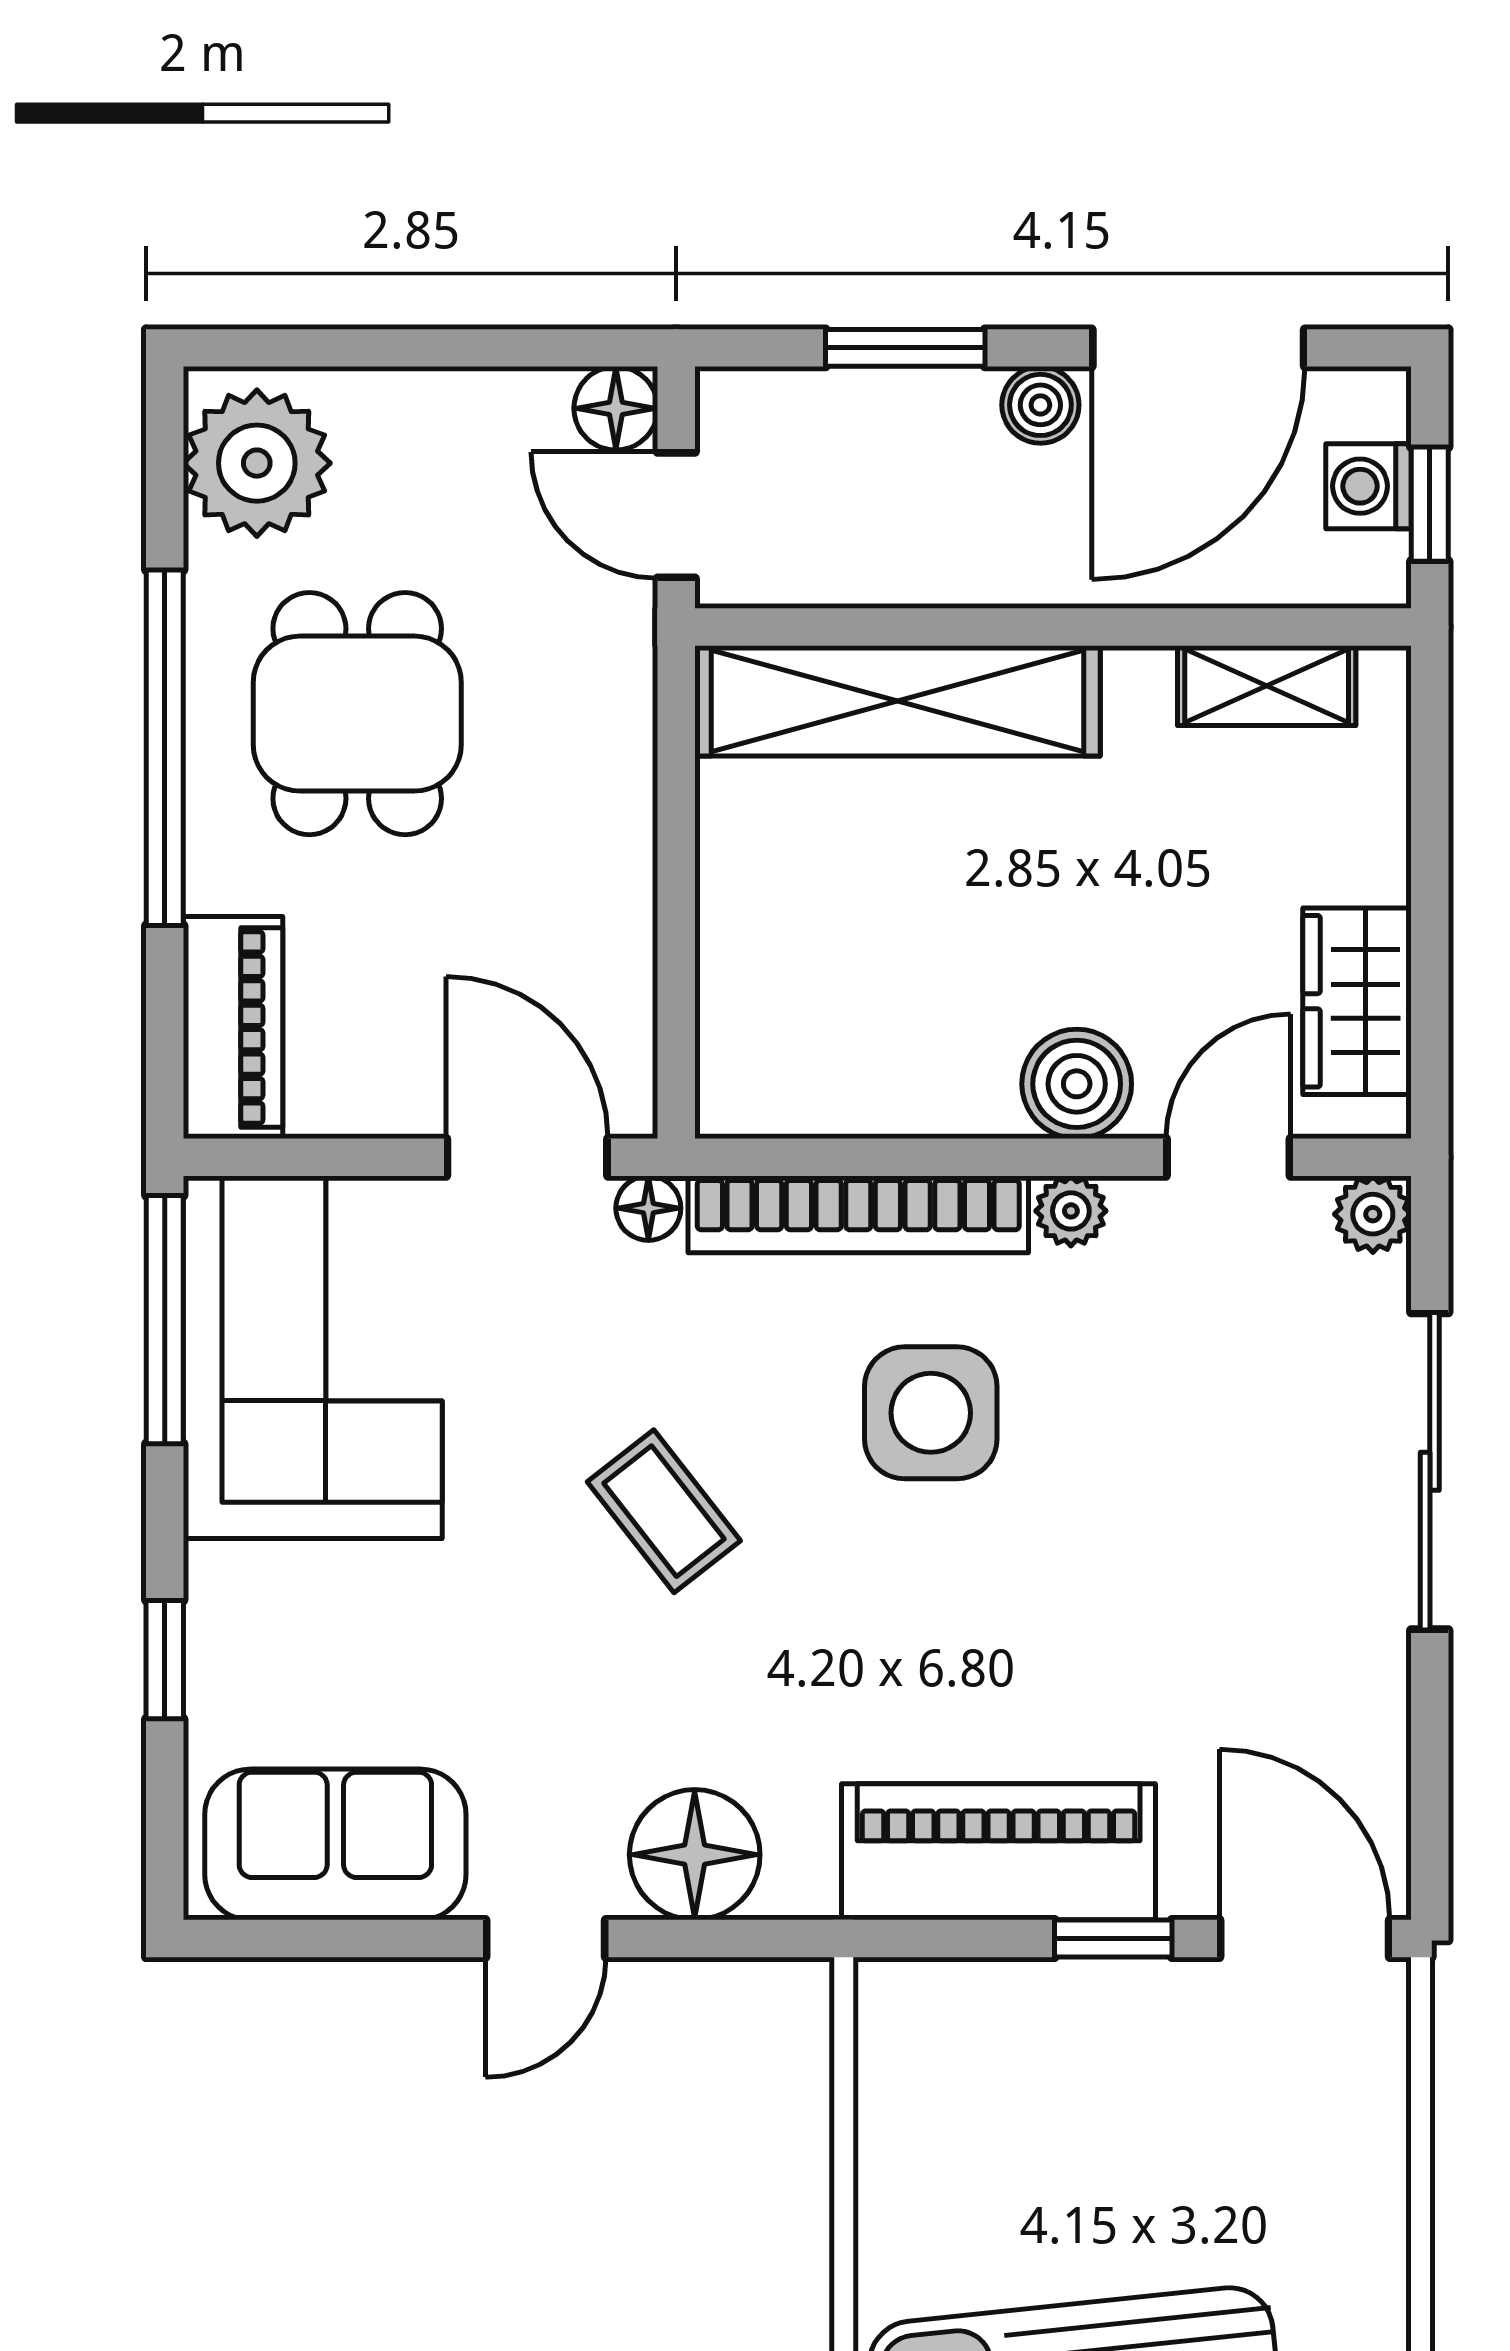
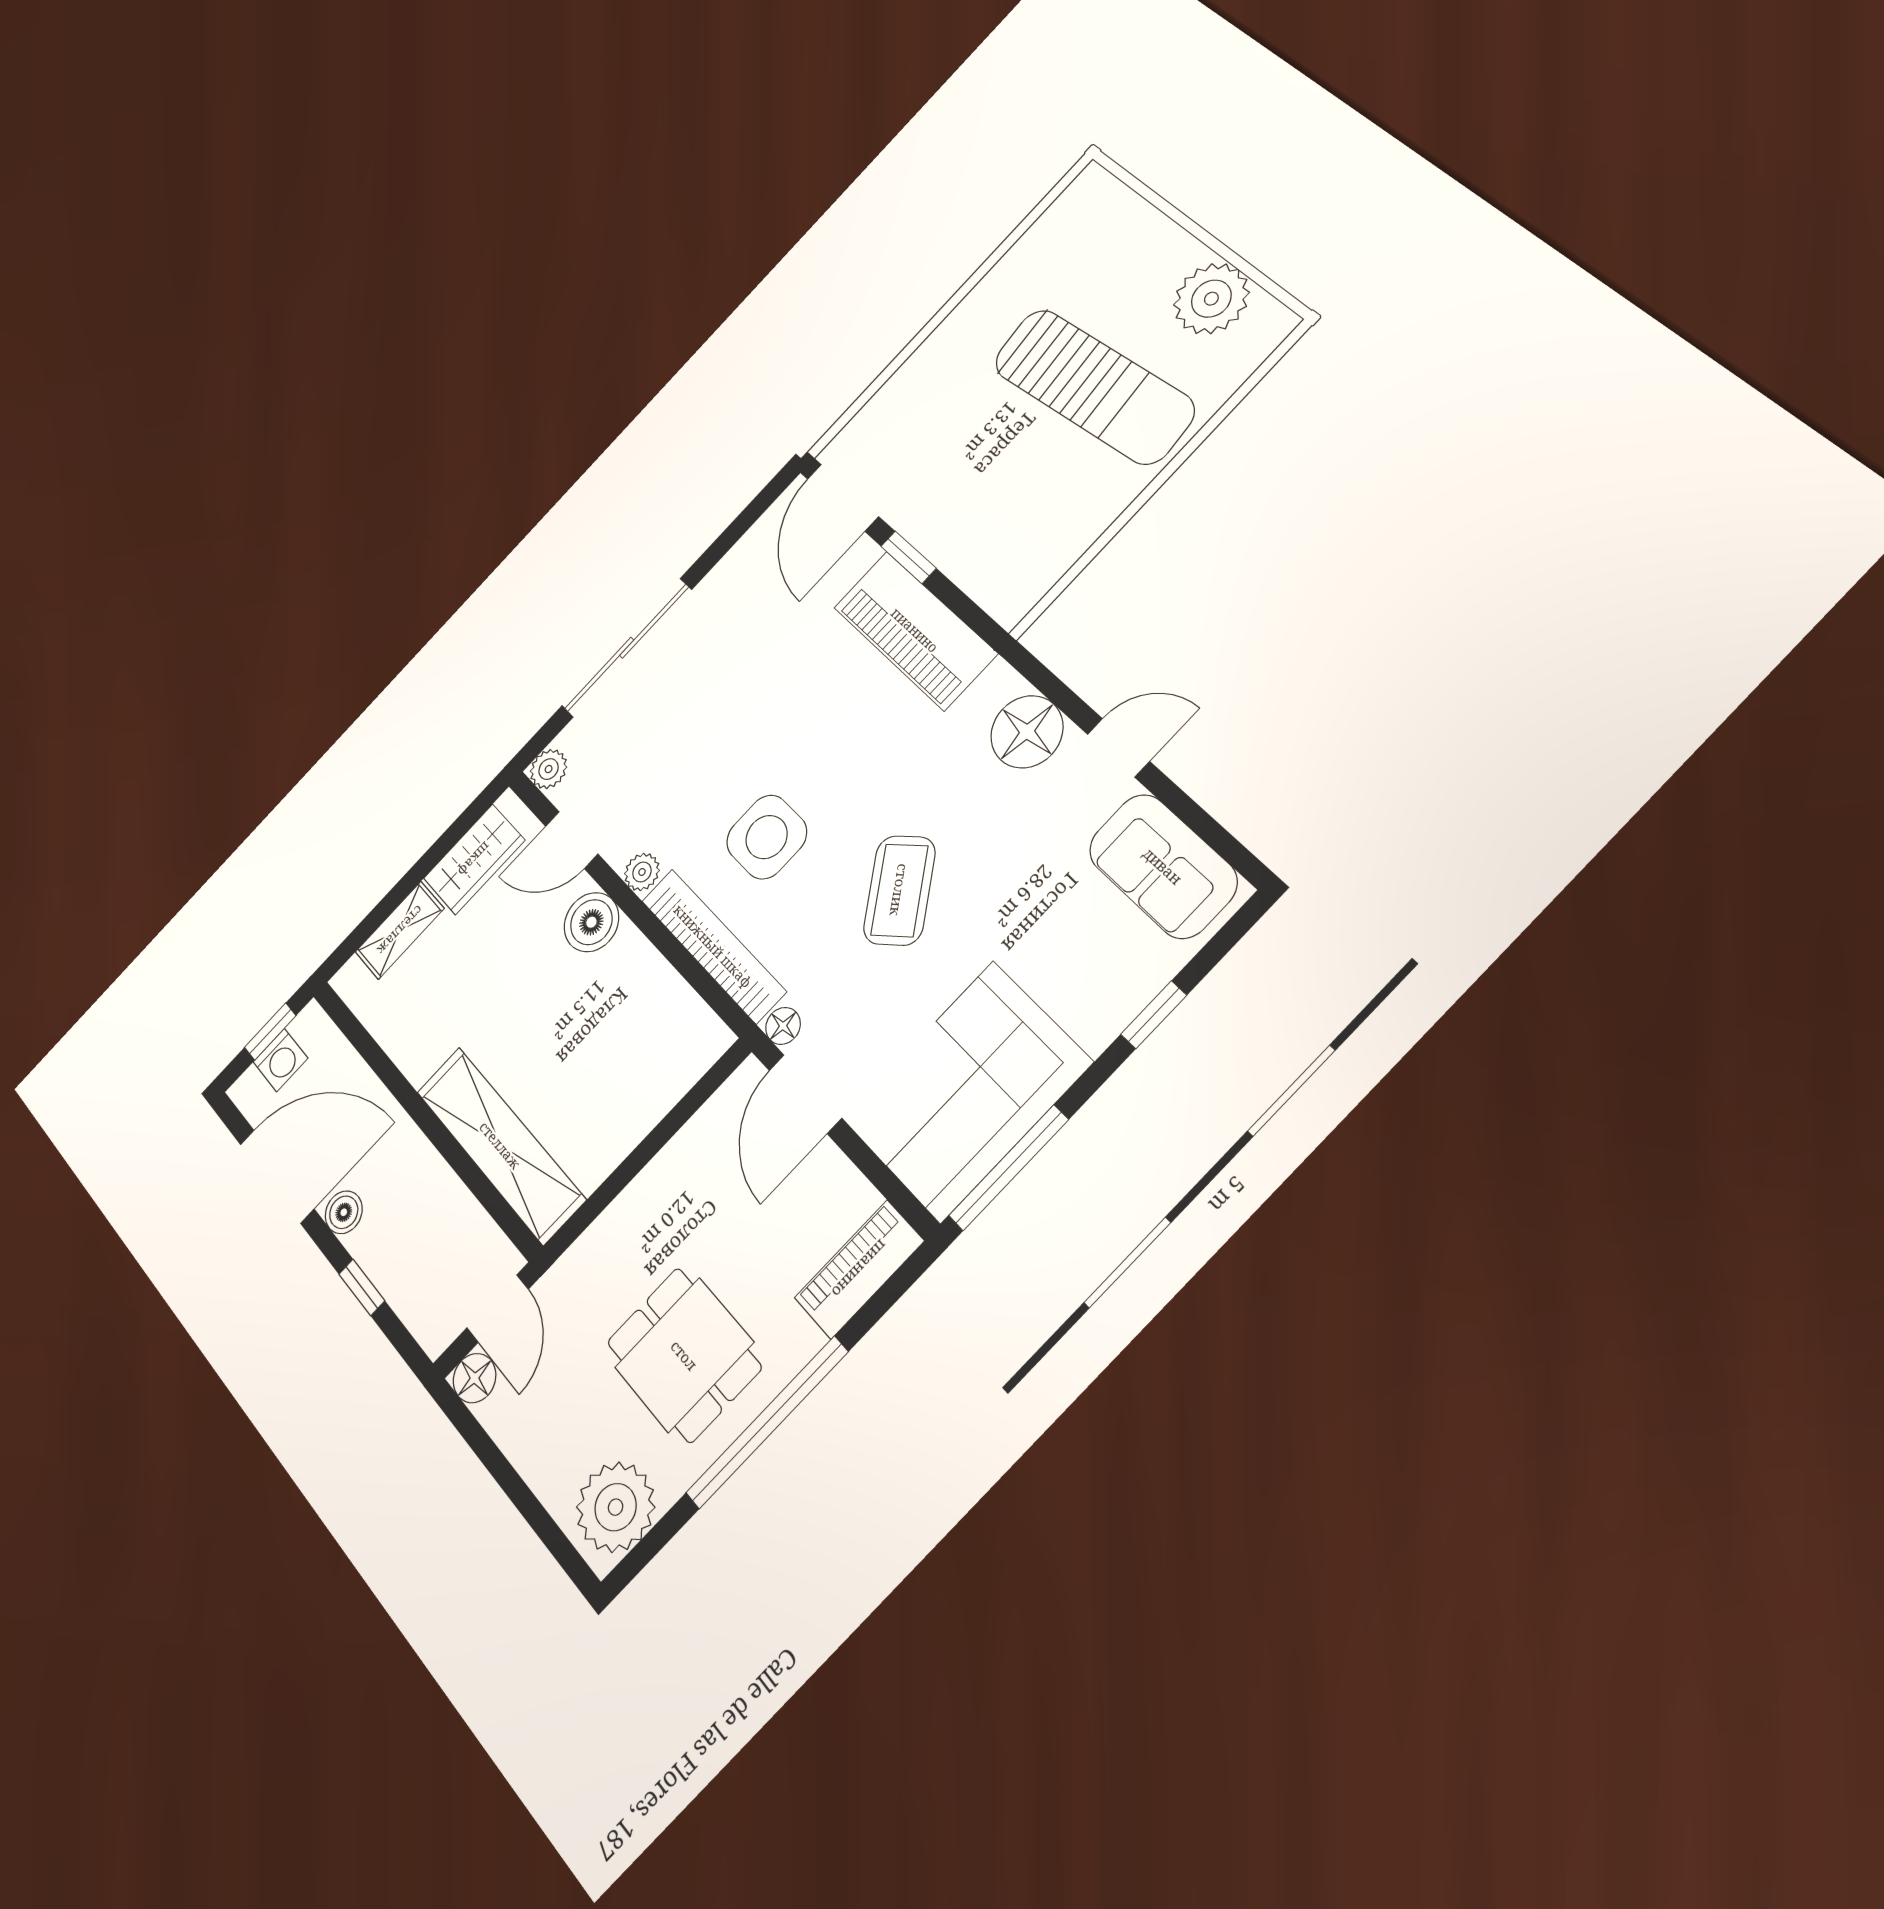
window: (905, 348) -> (362, 1287), width x0.67
shelving: (1267, 686) -> (400, 930), moved, turned 90
dining table: (357, 714) -> (684, 1355), turned 90
coffee table: (664, 1511) -> (899, 890), width x1.36, depth x1.30

